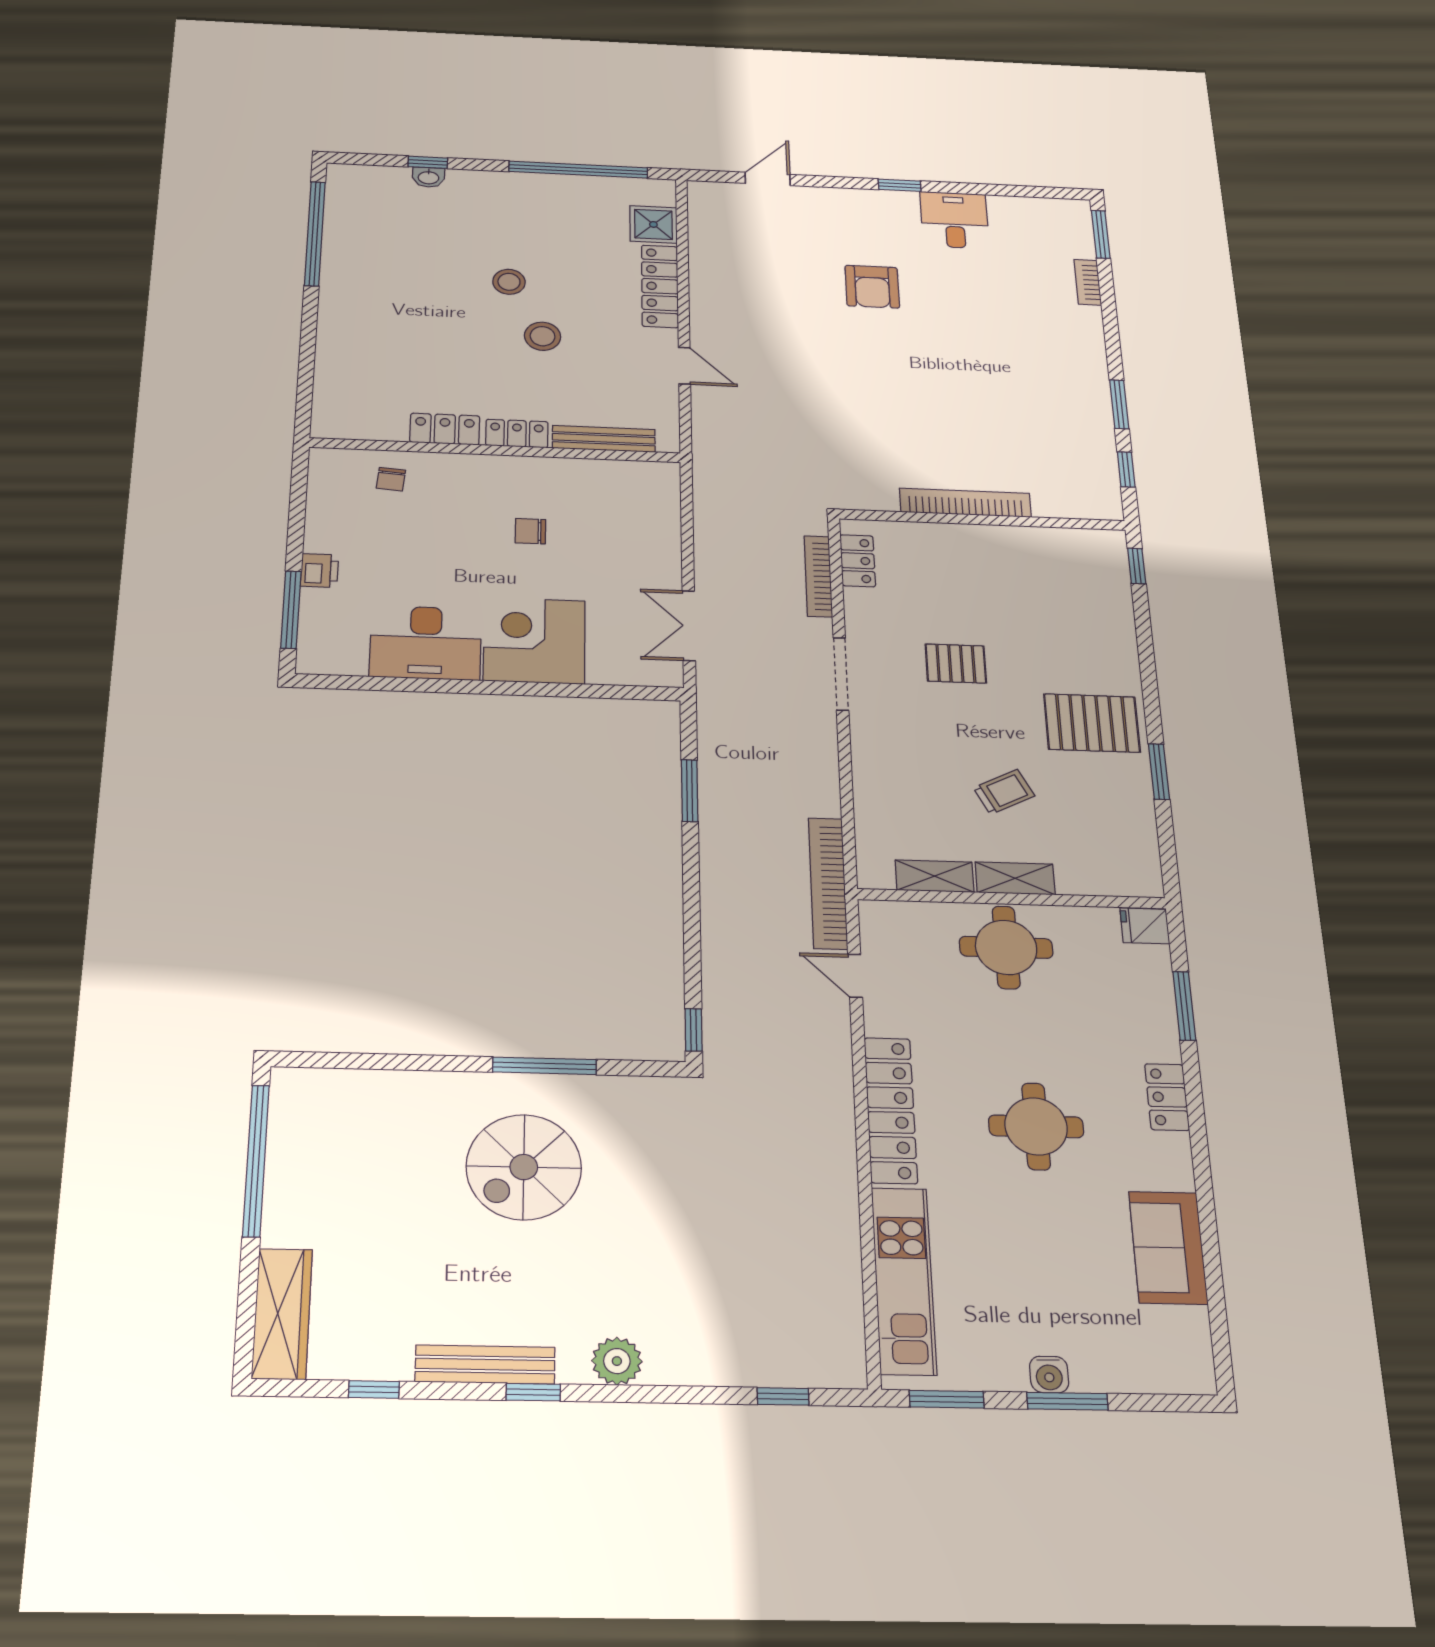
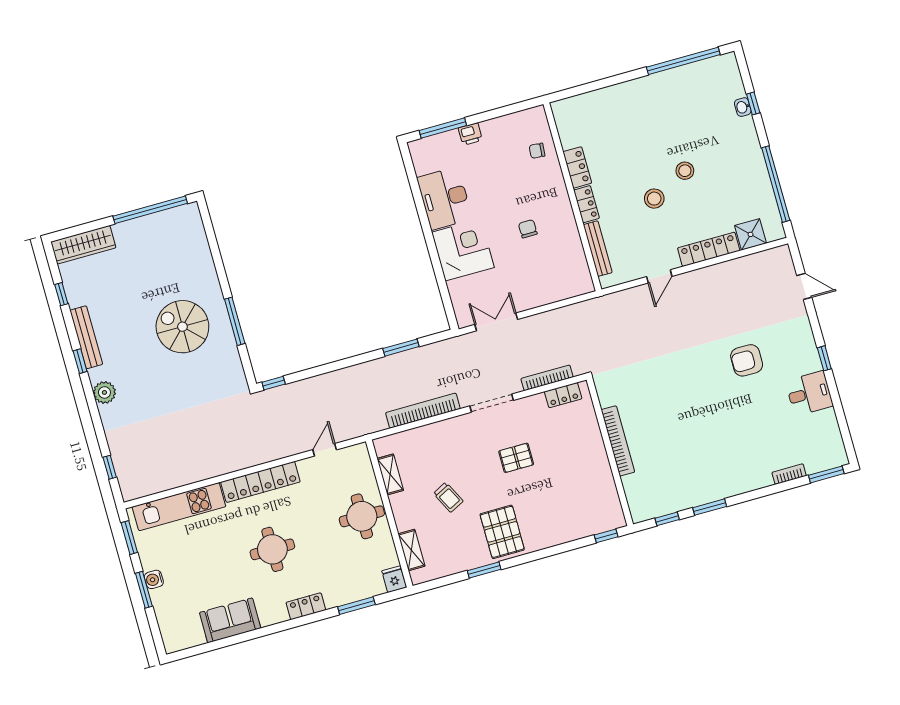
pallet: (956, 664) -> (516, 458), turned 90
shelving: (1015, 878) -> (411, 550), moved
bookcase: (828, 883) -> (423, 411), moved

